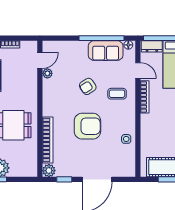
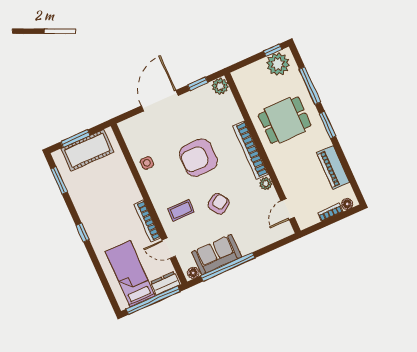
plant: (47, 73) -> (266, 184), moved
bookcase: (48, 140) -> (250, 150), moved

